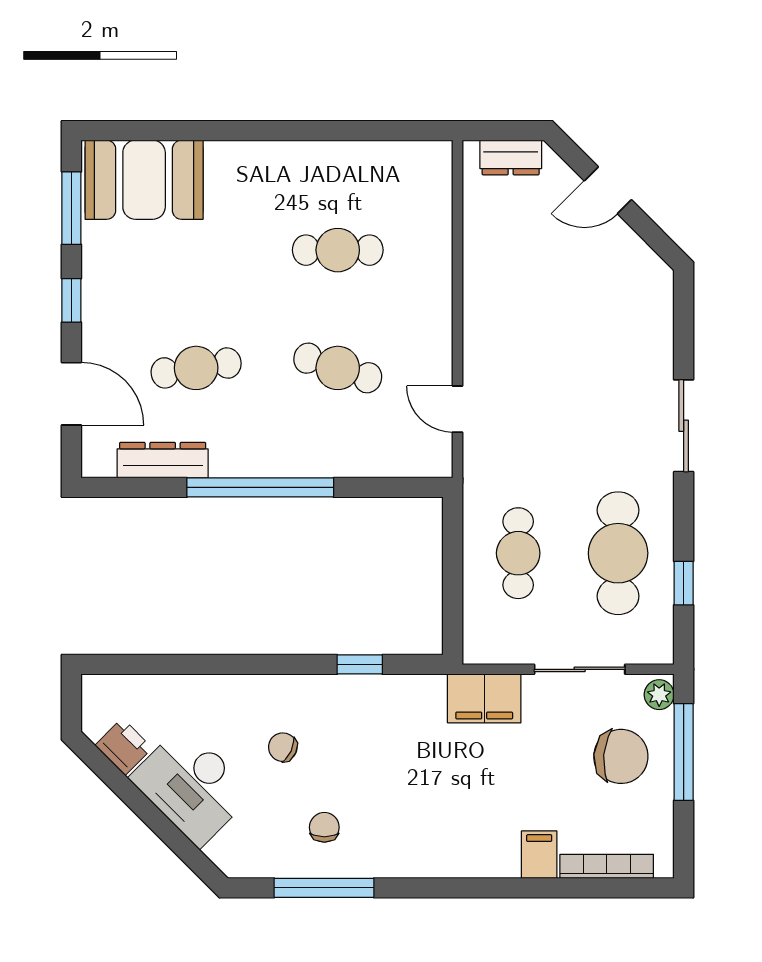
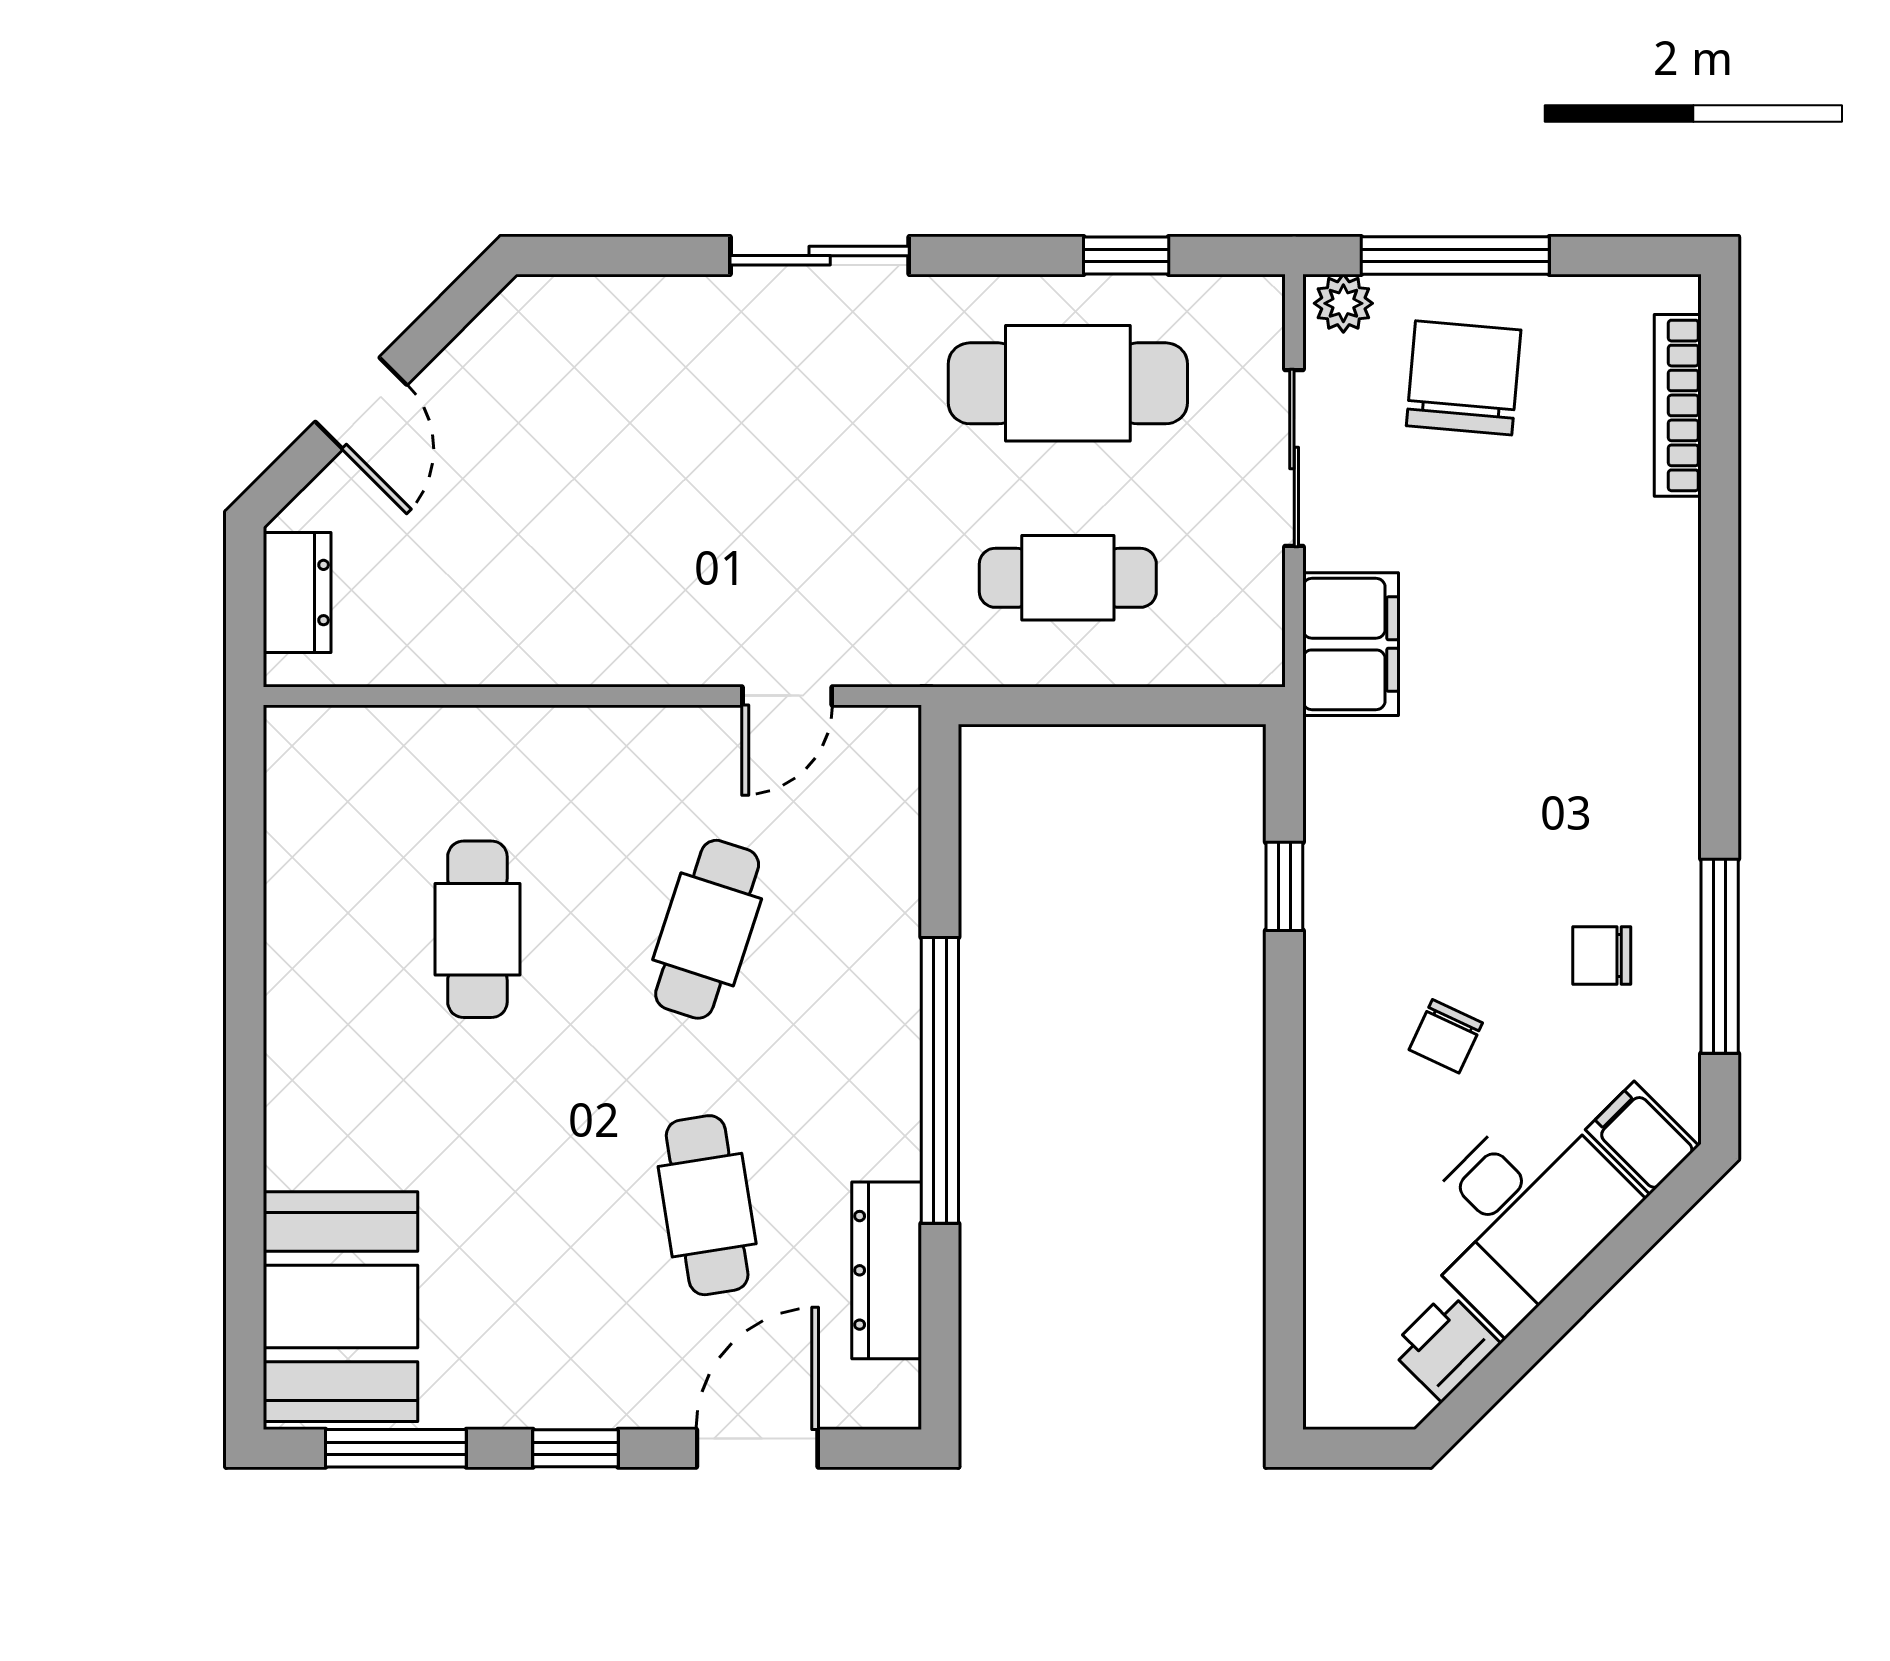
filing cabinet: (539, 855) -> (1642, 1138), moved, turned 45

